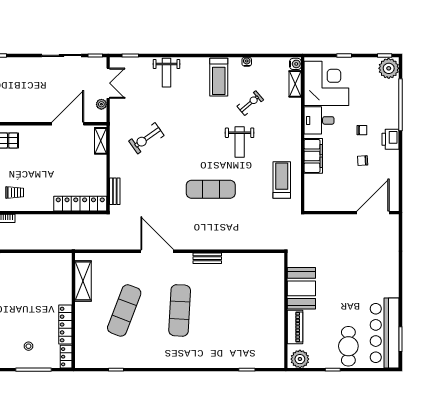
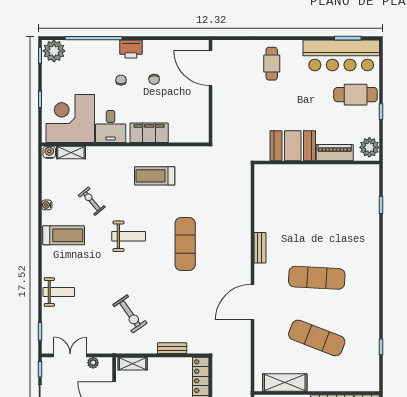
weight bench: (240, 142) -> (129, 236), moved
treadmill: (282, 180) -> (155, 176), moved
bench: (115, 191) -> (172, 348), moved
cafe table: (377, 269) -> (272, 64), added

